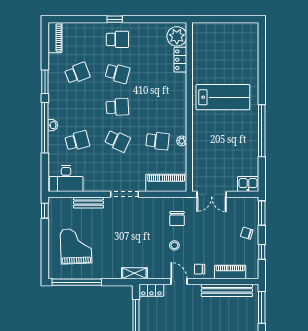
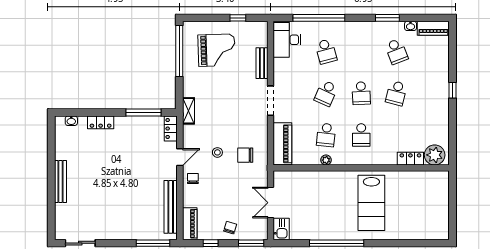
school desk: (117, 39) -> (361, 135), moved
washbasin: (53, 125) -> (411, 26), moved
window: (45, 128) -> (319, 18), moved
double door: (212, 194) -> (271, 203), moved
window: (45, 211) -> (238, 18), moved
piano: (230, 272) -> (190, 224), moved

